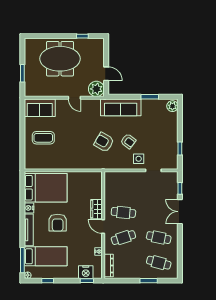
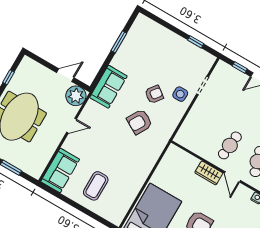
plant: (172, 106) -> (144, 23), removed
sofa: (121, 107) -> (108, 87), width x0.73
door: (103, 227) -> (232, 177), hinge flipped

